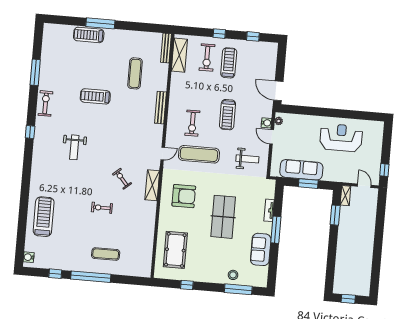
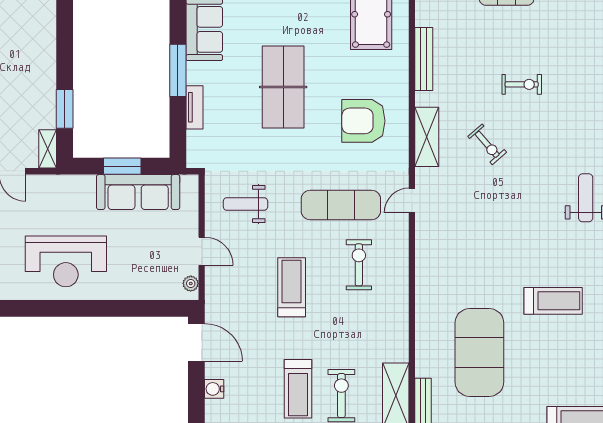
exercise mat: (135, 73) -> (479, 353), width x2.00, depth x1.45
bench: (160, 108) -> (424, 59), moved
water cooler: (266, 123) -> (214, 389), moved

